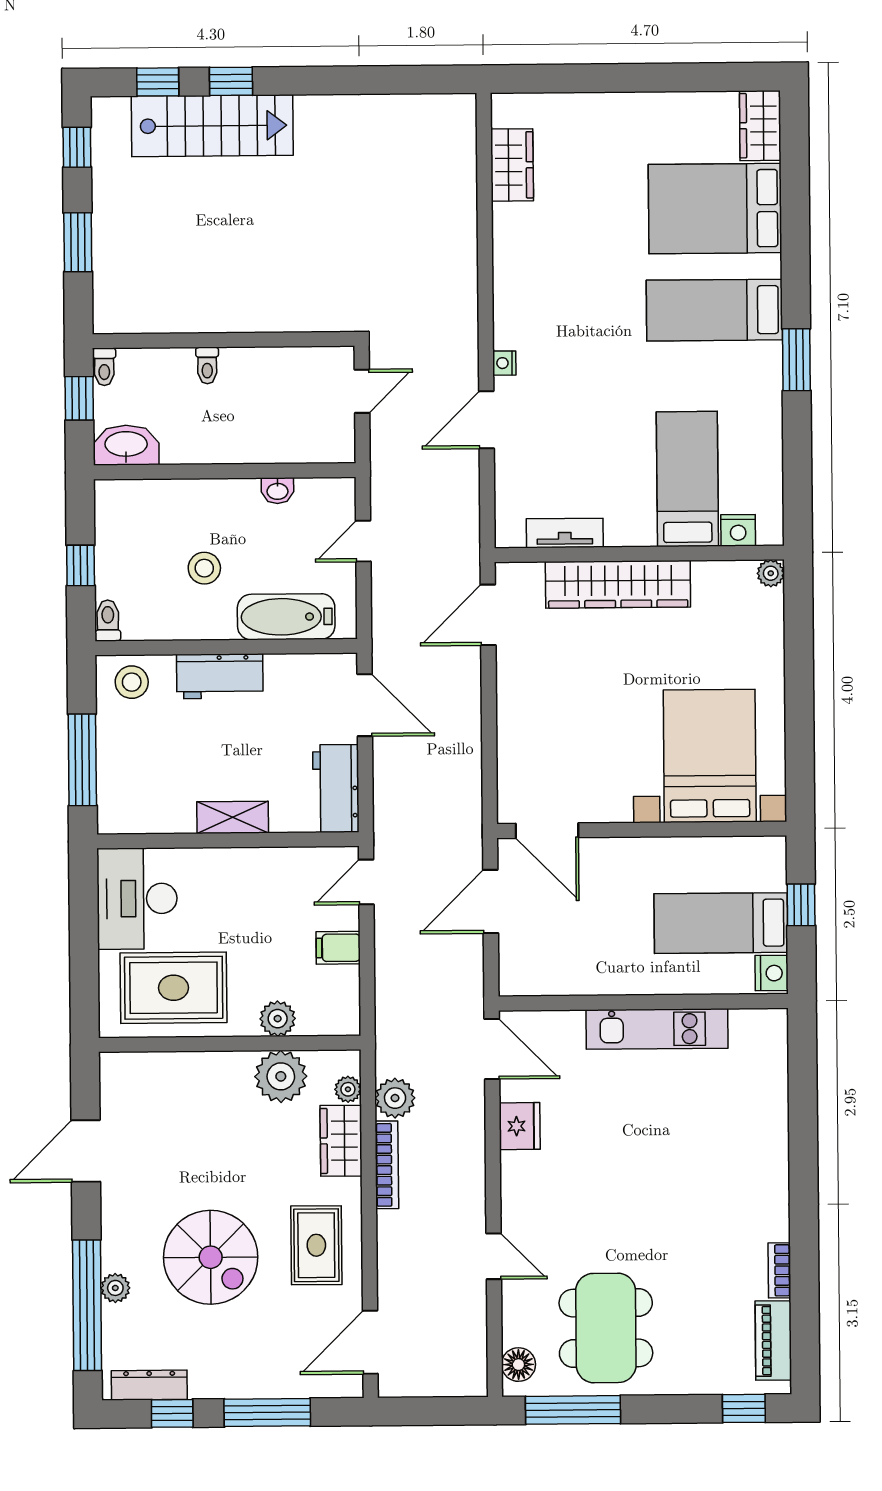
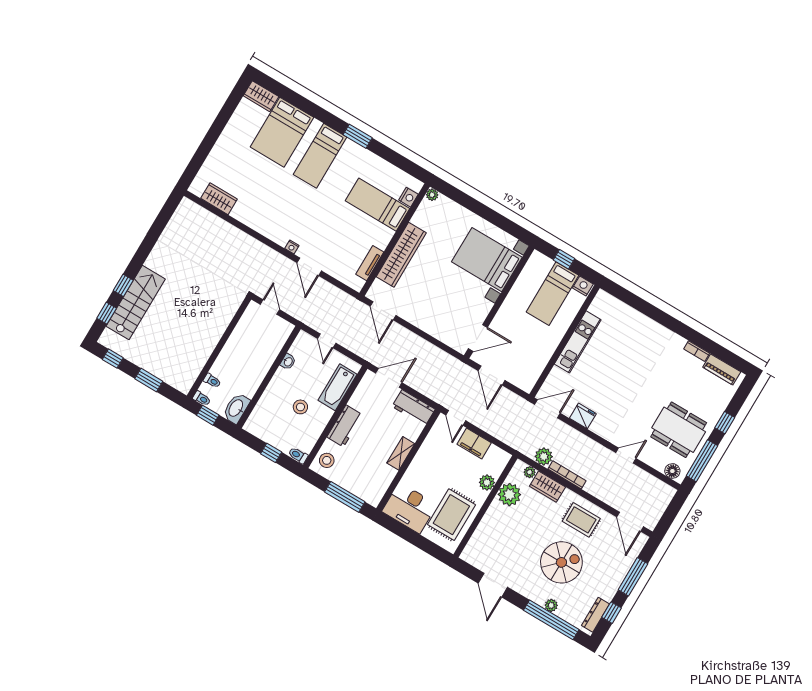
toilet: (207, 365) -> (212, 381), moved
filing cabinet: (338, 948) -> (474, 443), width x2.00
window: (744, 1408) -> (725, 423), moved

